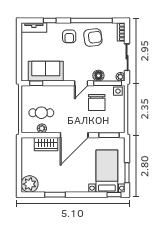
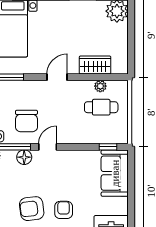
sofa: (46, 71) -> (115, 173), moved, turned 90
chair: (97, 102) -> (26, 121), turned 180
door: (74, 135) -> (57, 77), width x0.53

